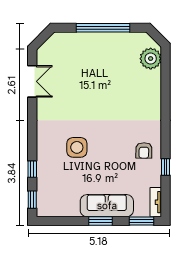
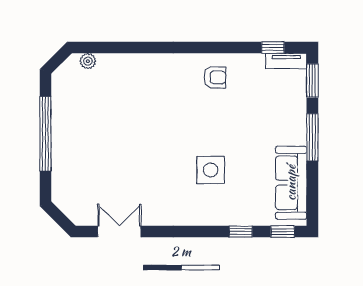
plant: (151, 59) -> (88, 61), width x0.53, depth x0.53
window: (165, 167) -> (273, 48), moved
sofa: (107, 206) -> (291, 183), moved
window: (101, 221) -> (312, 137), width x1.44

